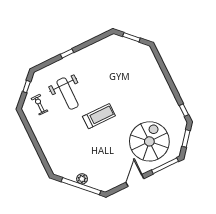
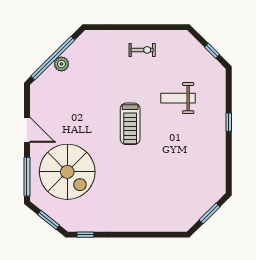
weight bench: (68, 94) -> (178, 98), width x0.73, depth x0.75
exercise bike: (40, 105) -> (142, 50), moved

